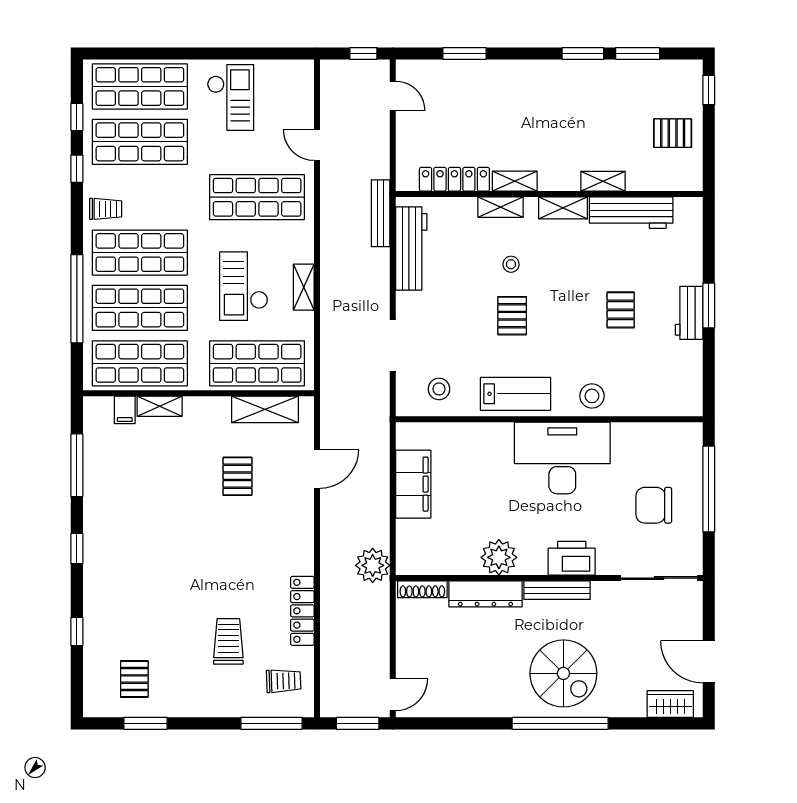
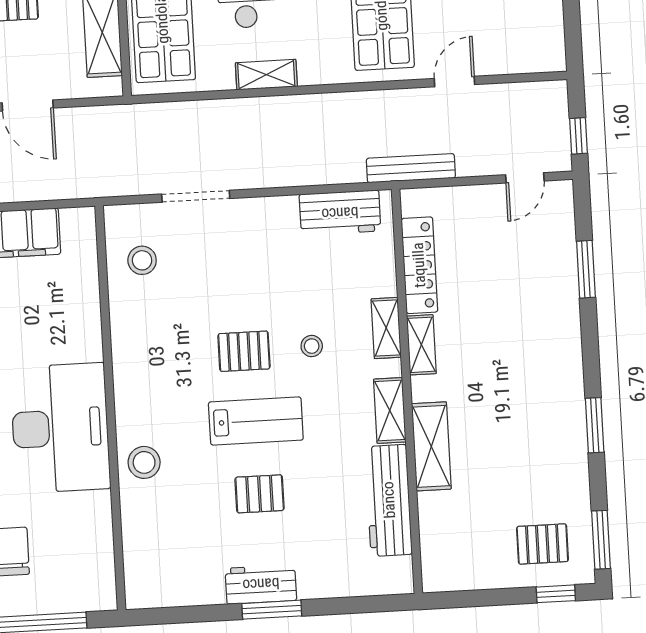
window: (638, 54) -> (601, 540), moved
pallet: (673, 133) -> (542, 544), moved, turned 90
shelving: (603, 181) -> (431, 446), width x1.50, depth x1.33
bench: (381, 213) -> (411, 168), moved
workbench: (411, 249) -> (340, 213), width x0.73
lab bench: (516, 394) -> (256, 421), moved, turned -90

